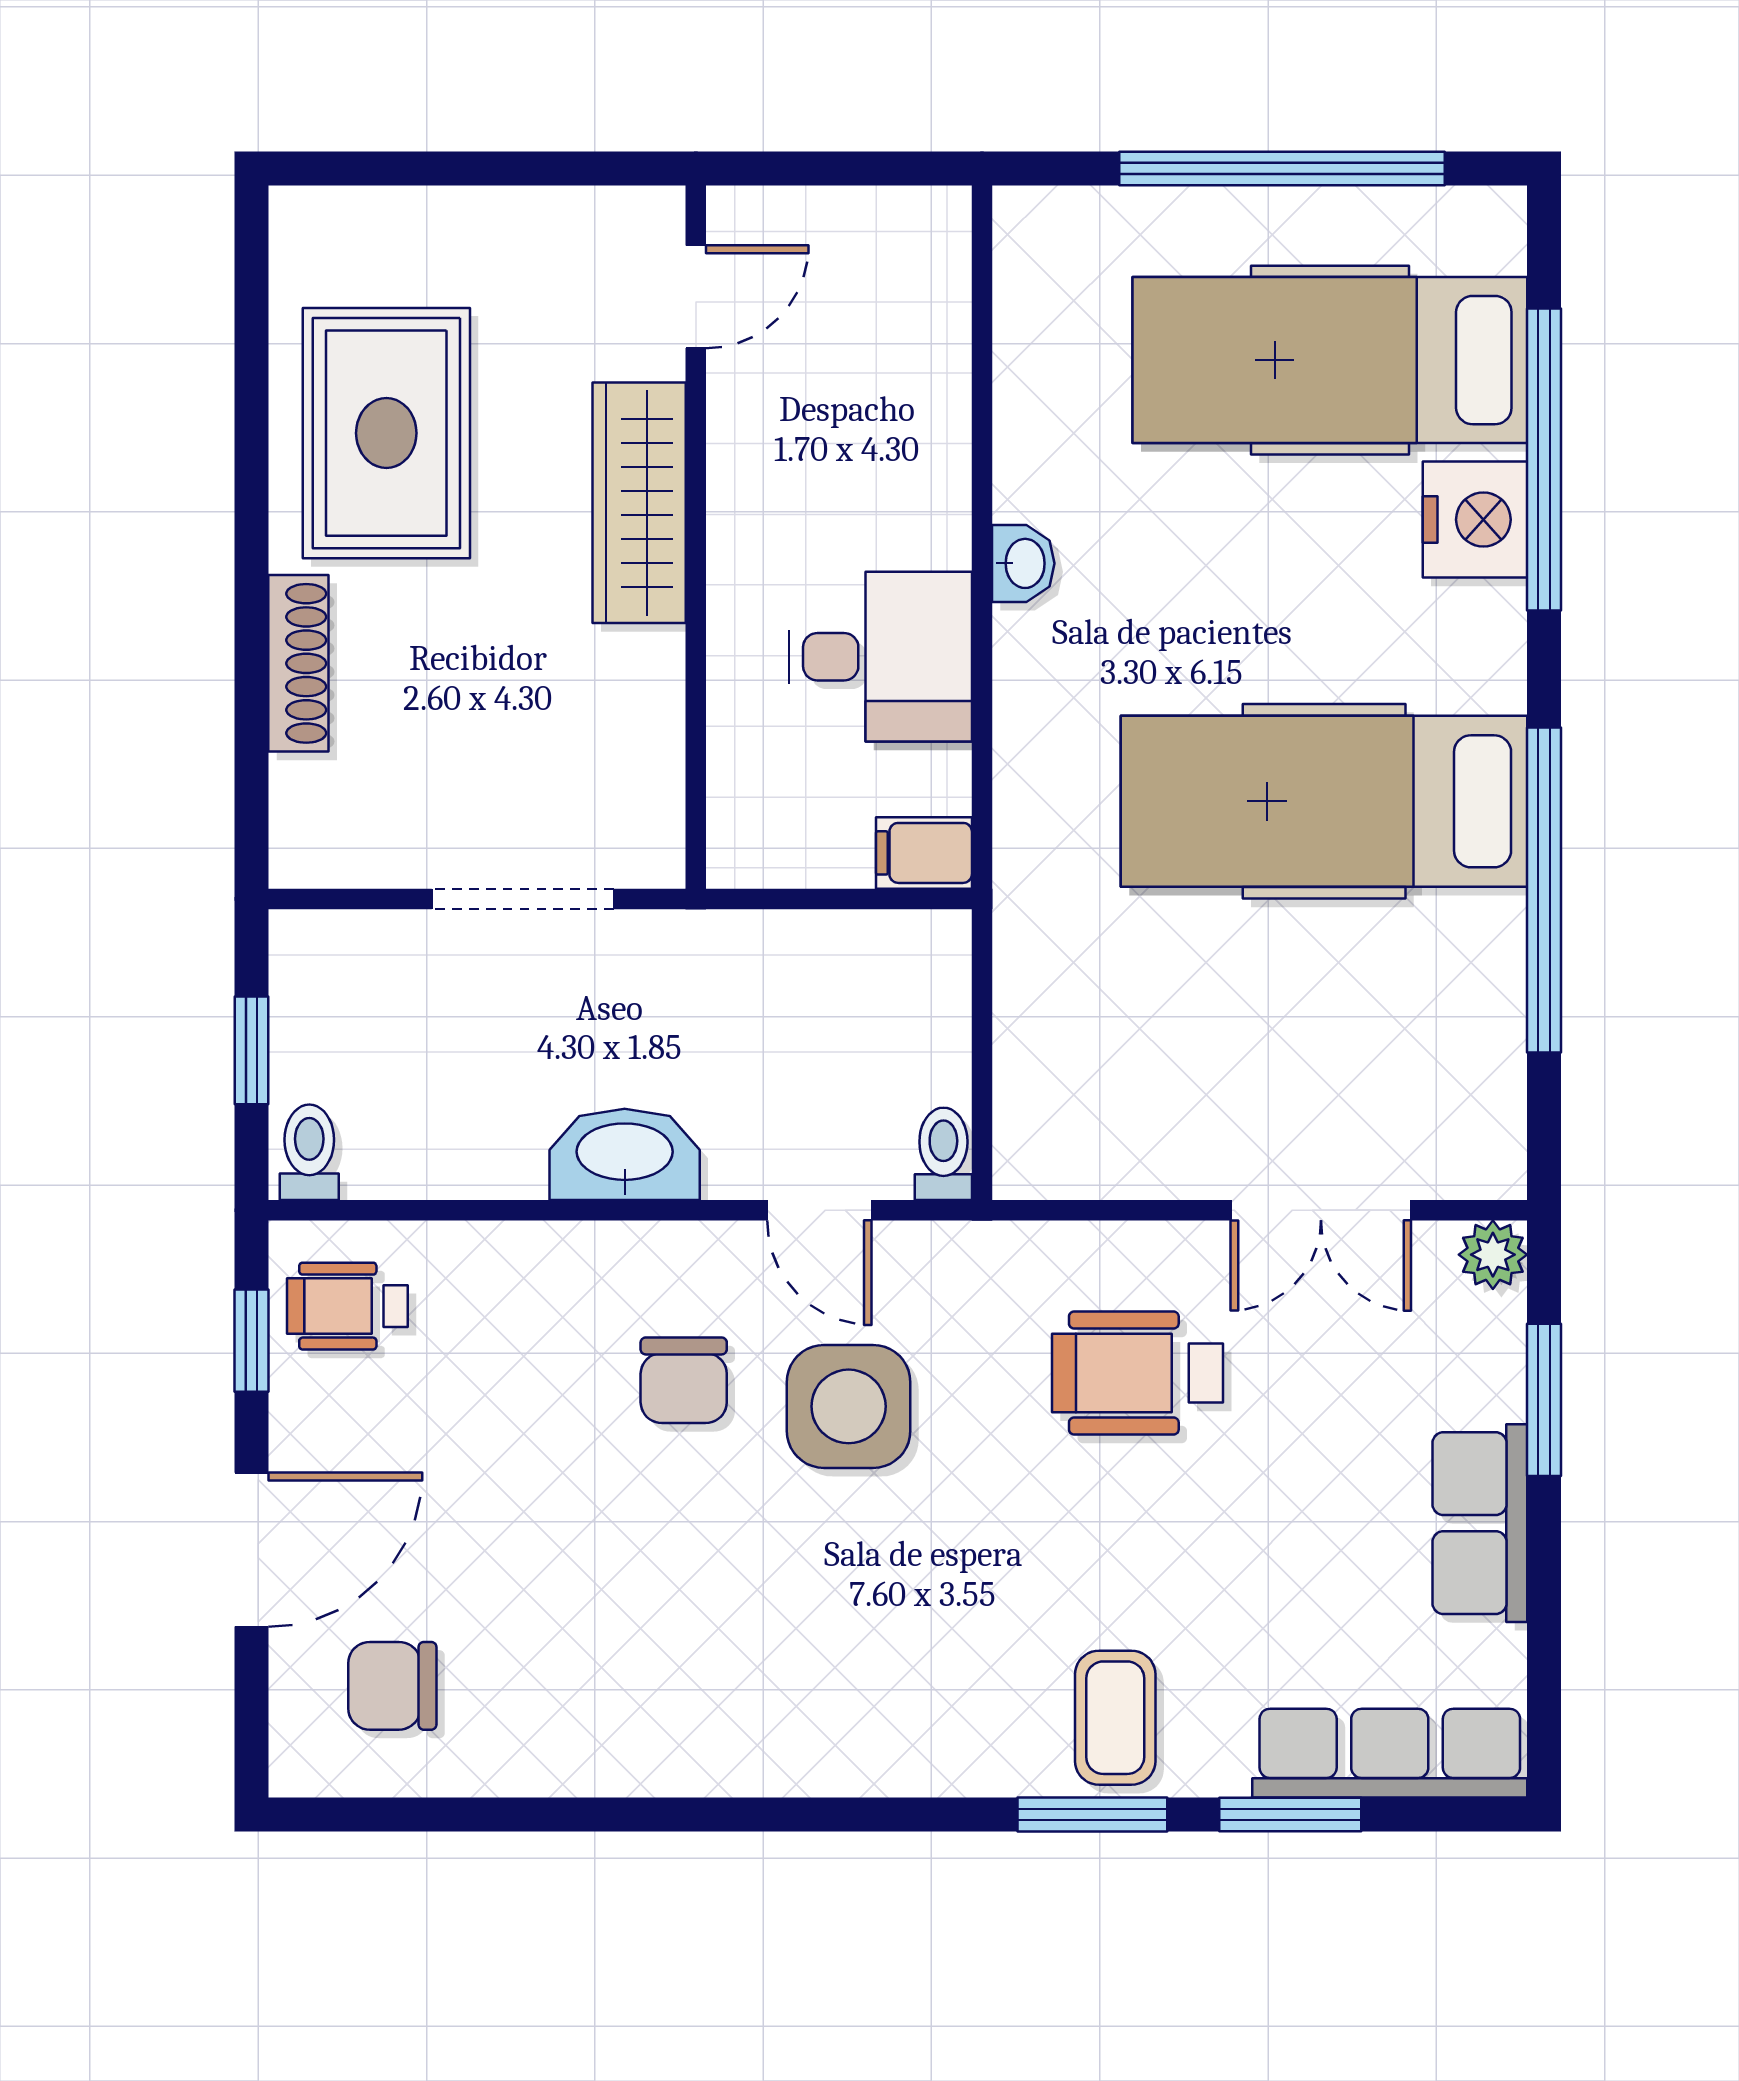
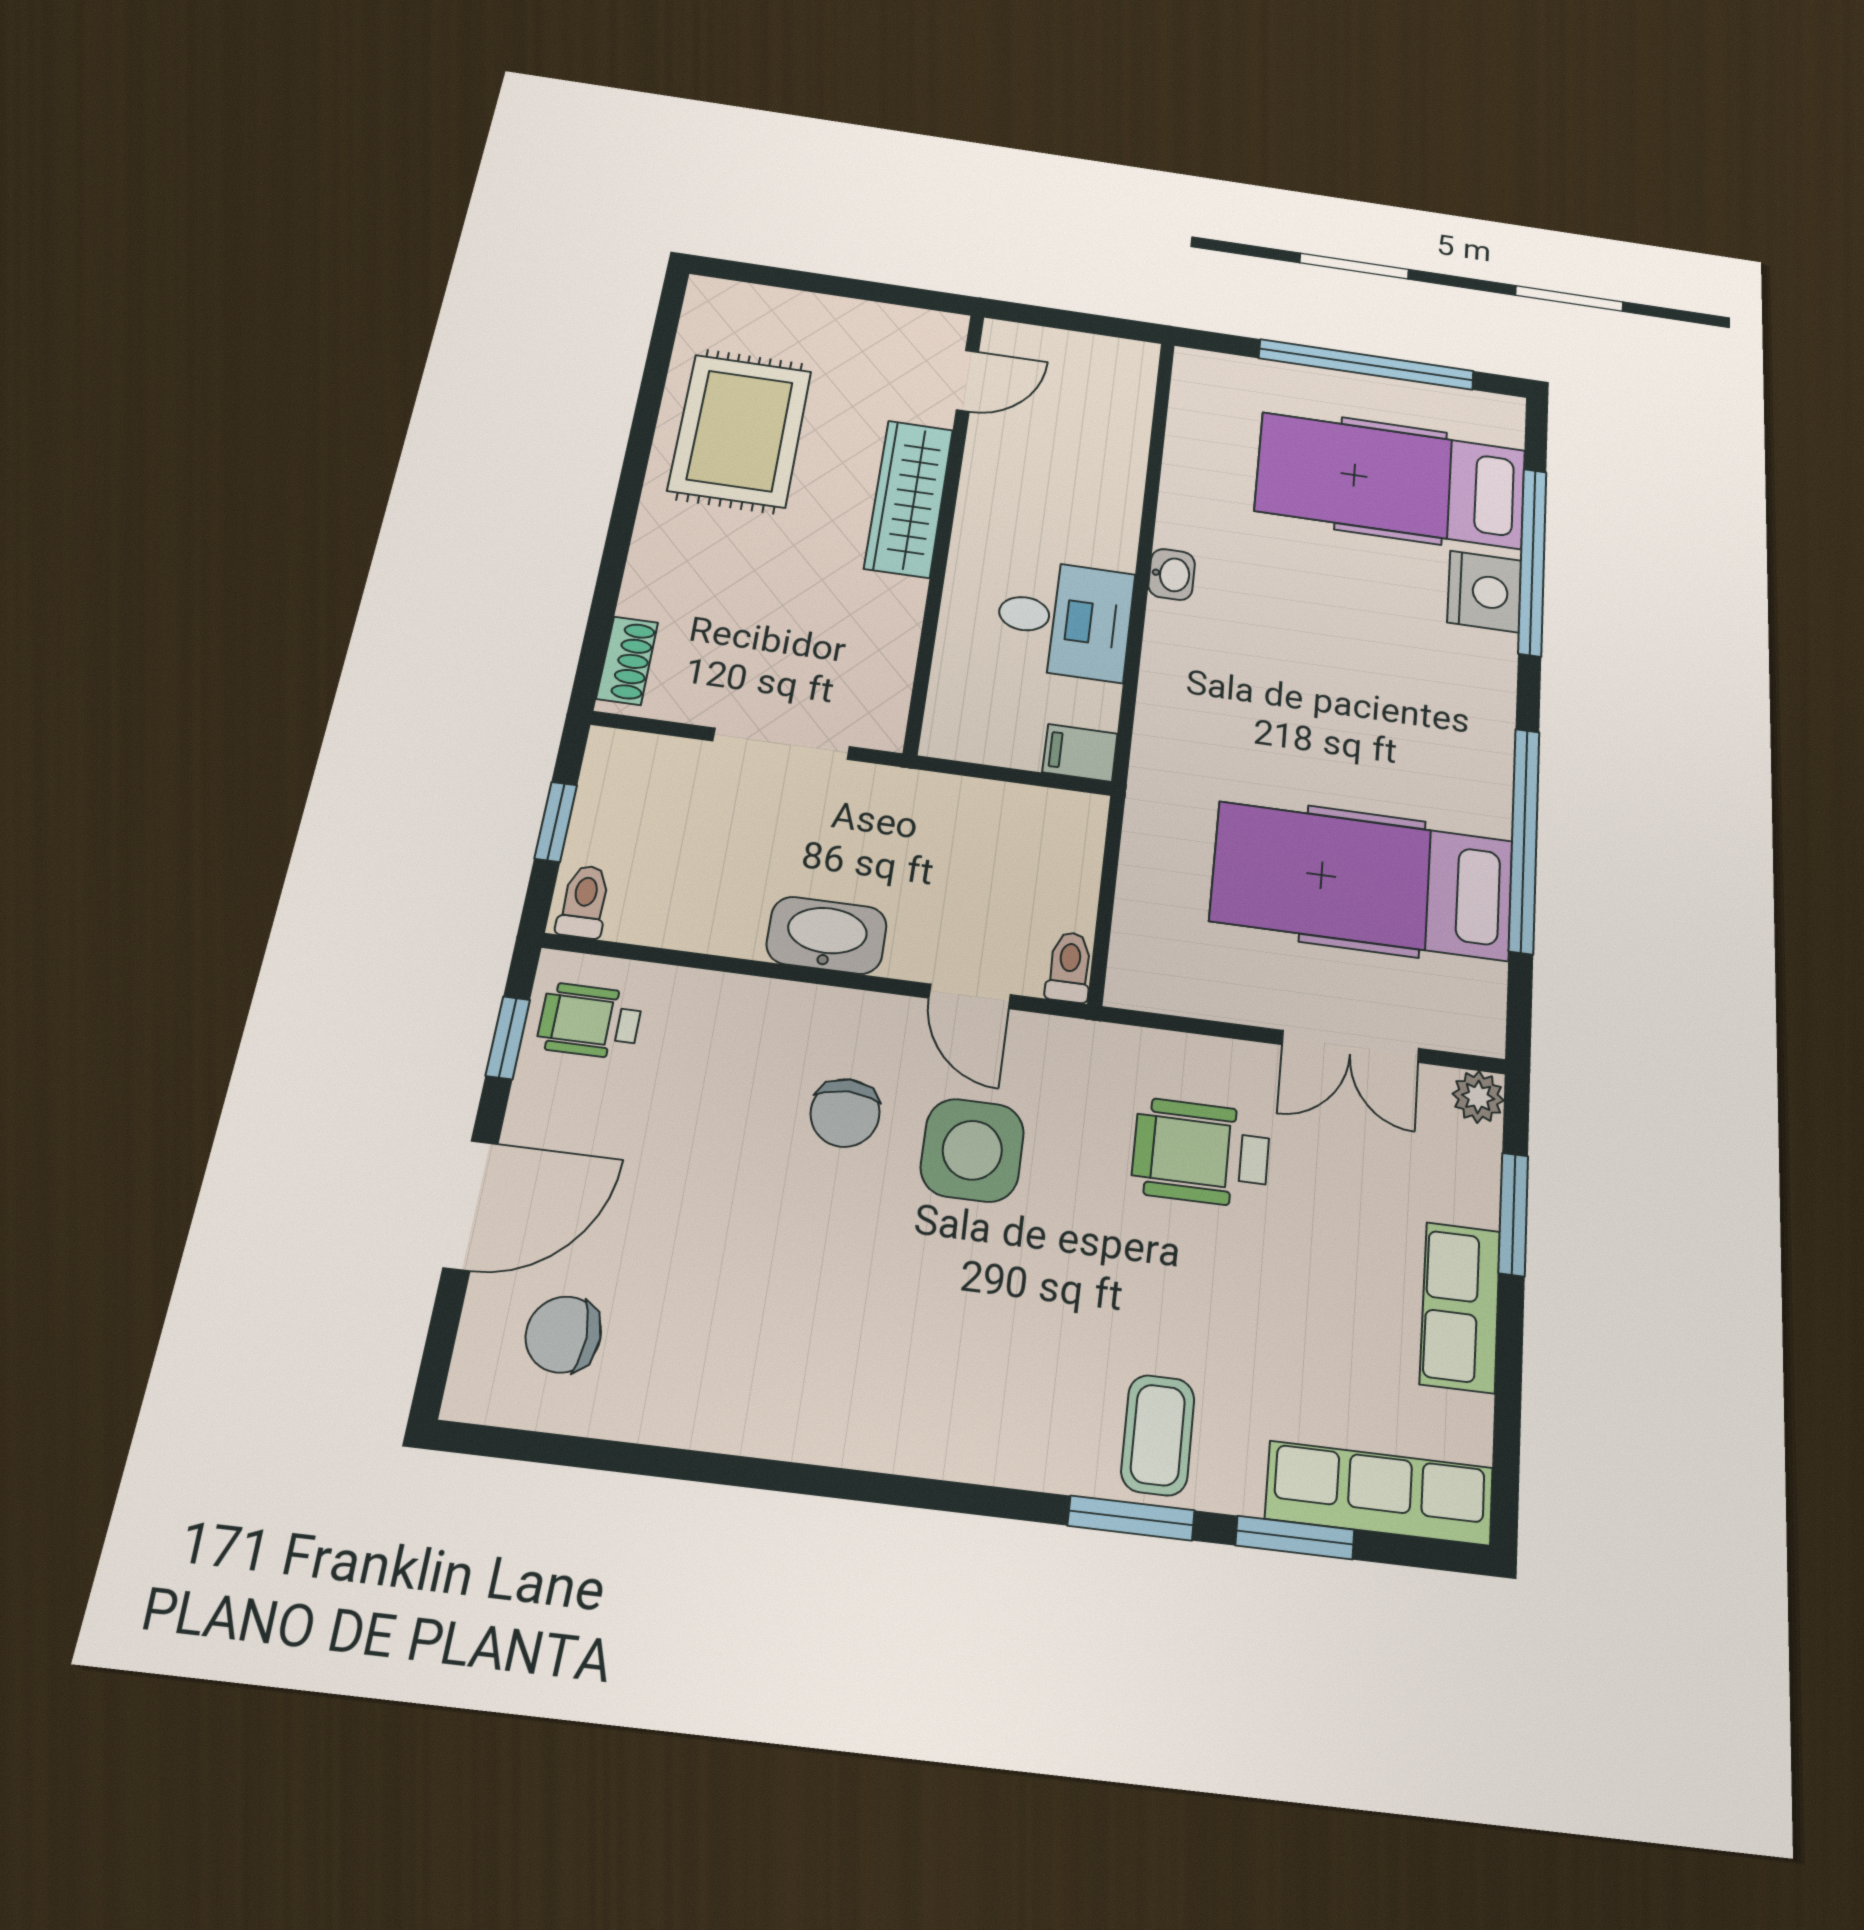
shoe rack: (298, 663) -> (627, 661), moved, width x0.70
hospital bed: (1324, 801) -> (1363, 881), moved

